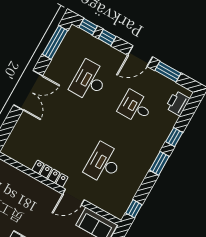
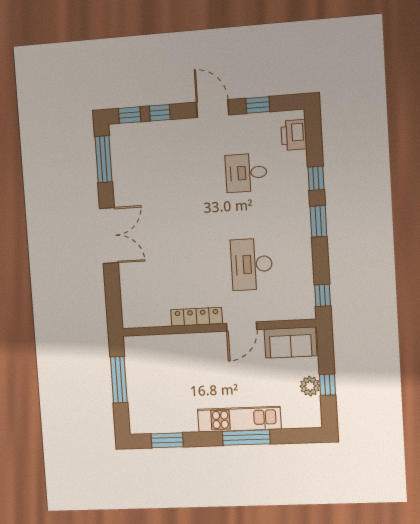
door: (140, 56) -> (213, 109), swing flipped
window: (168, 72) -> (258, 105), width x0.67
desk: (89, 81) -> (172, 178), removed

